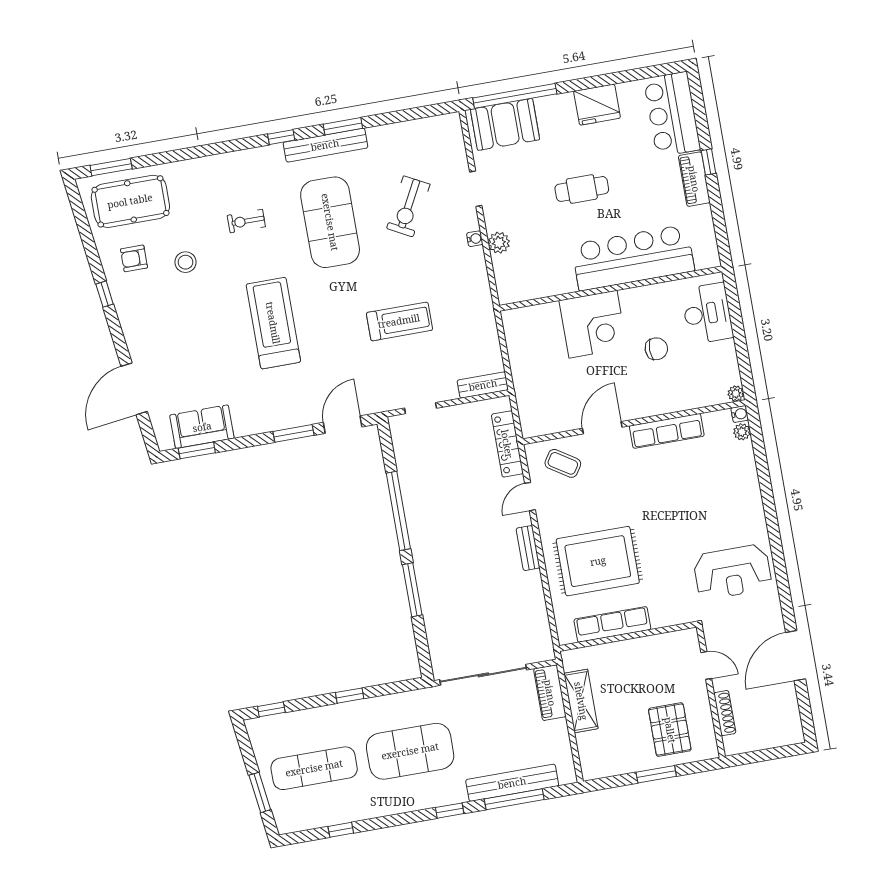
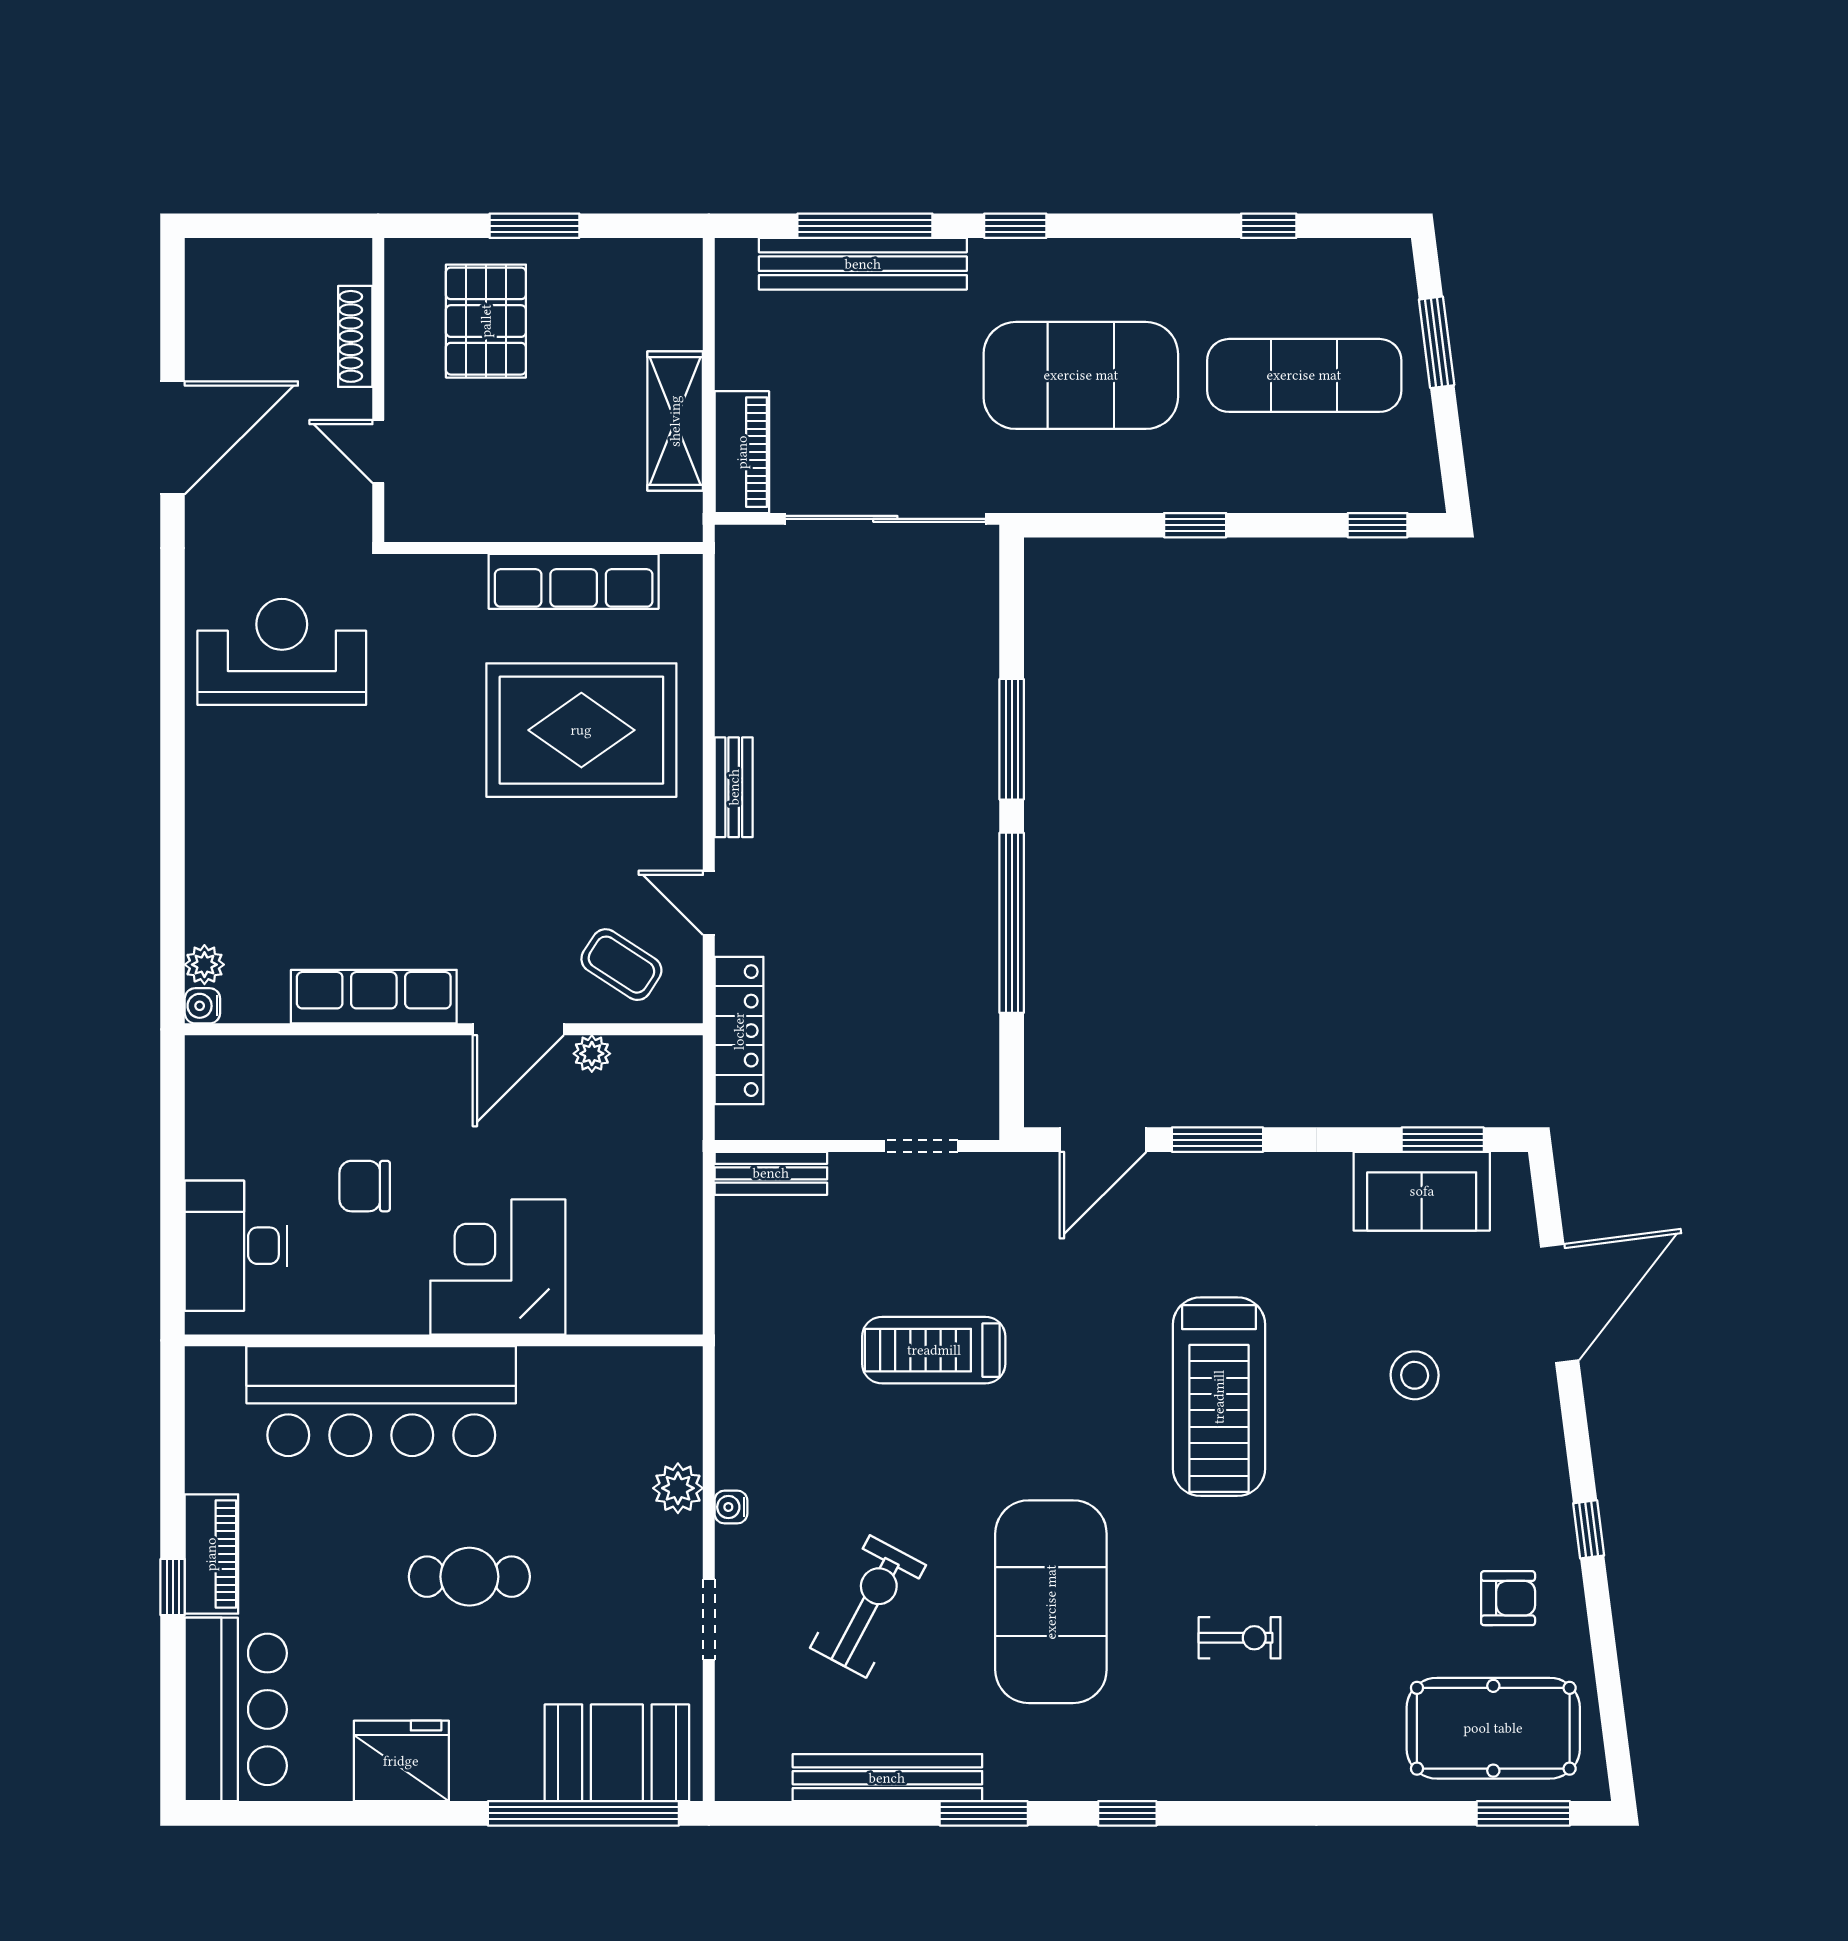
bench: (325, 145) -> (887, 1778), moved
stool: (185, 262) -> (1415, 1375), moved
plant: (736, 394) -> (592, 1054), moved
door: (530, 497) -> (709, 903), swing flipped

